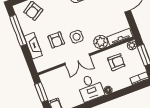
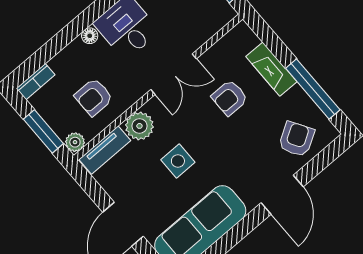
side table: (77, 37) -> (178, 161), moved
armchair: (56, 40) -> (230, 98), turned -90
double door: (77, 59) -> (174, 74), swing flipped

